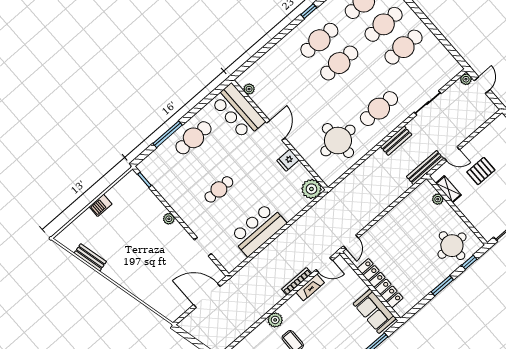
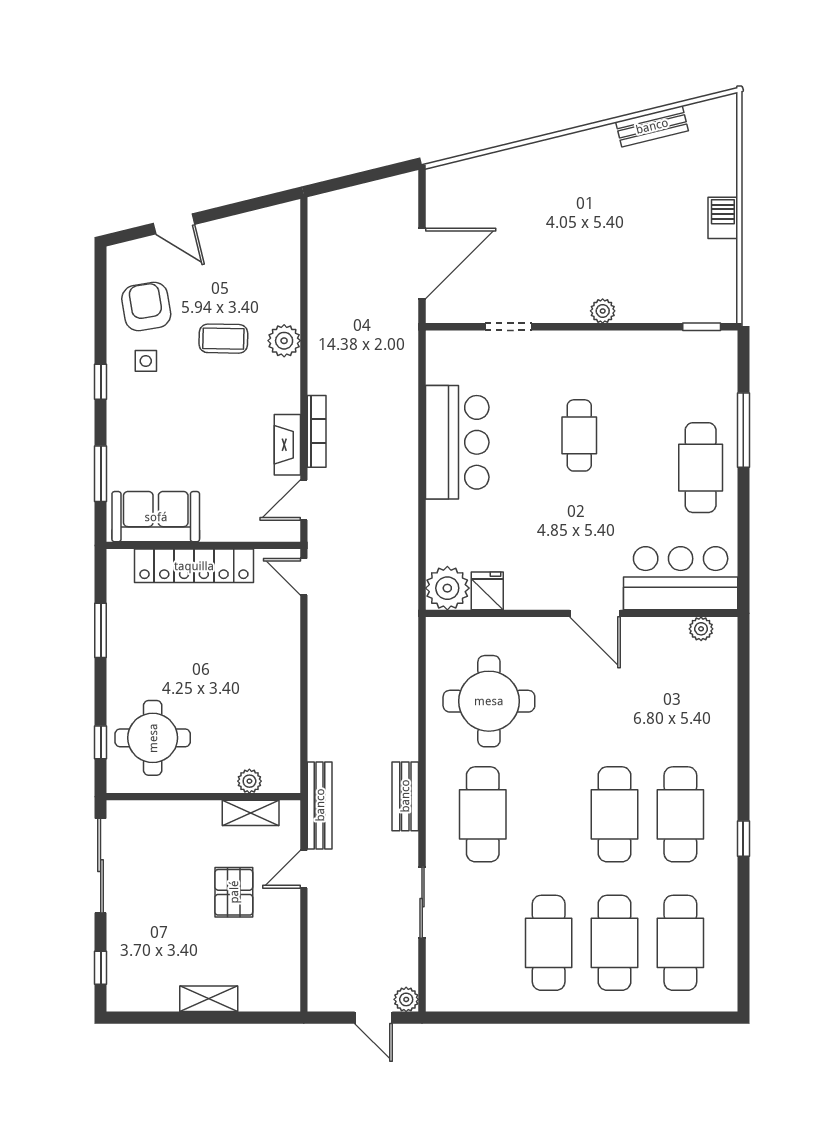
fridge: (288, 160) -> (487, 591), moved
window: (442, 286) -> (101, 630), moved

